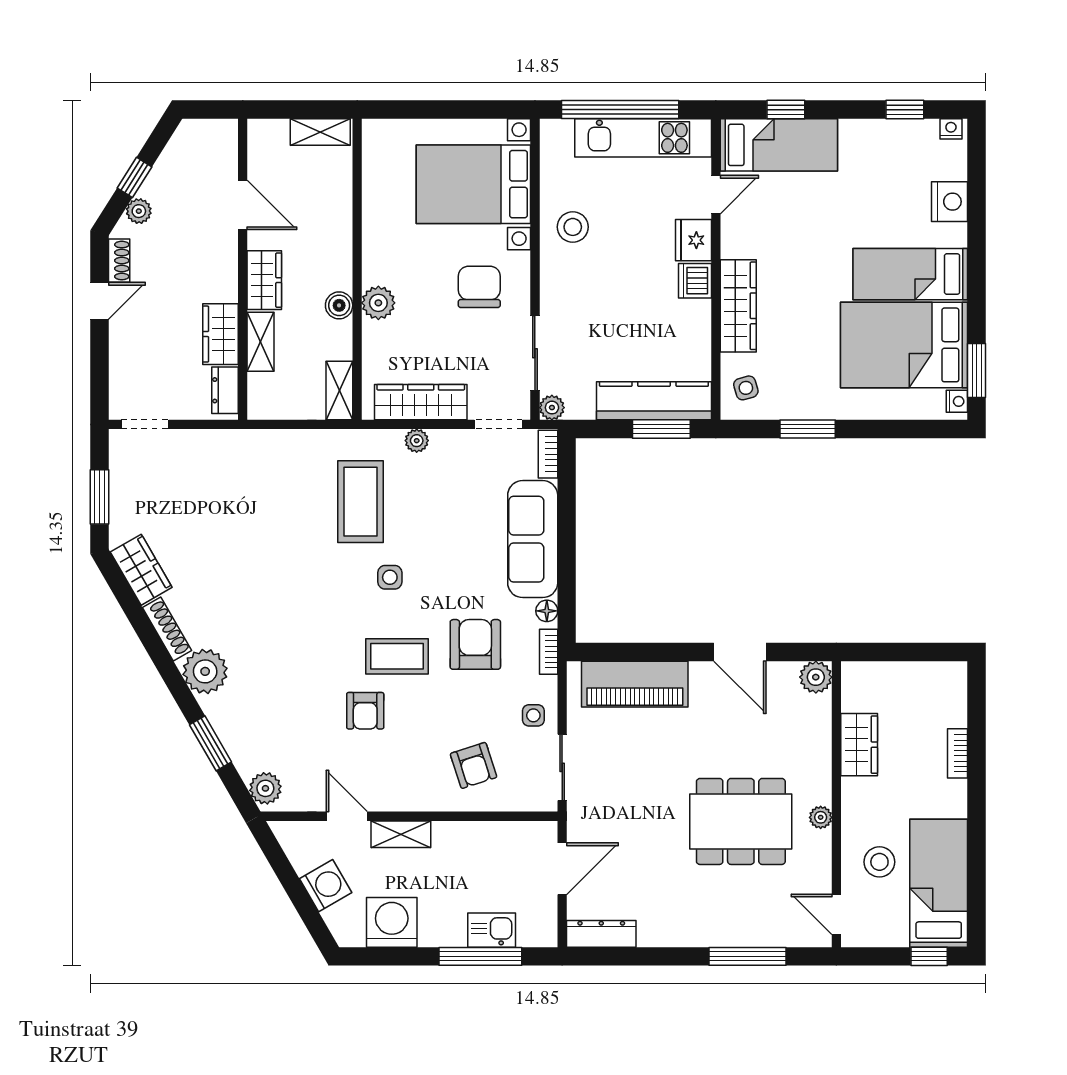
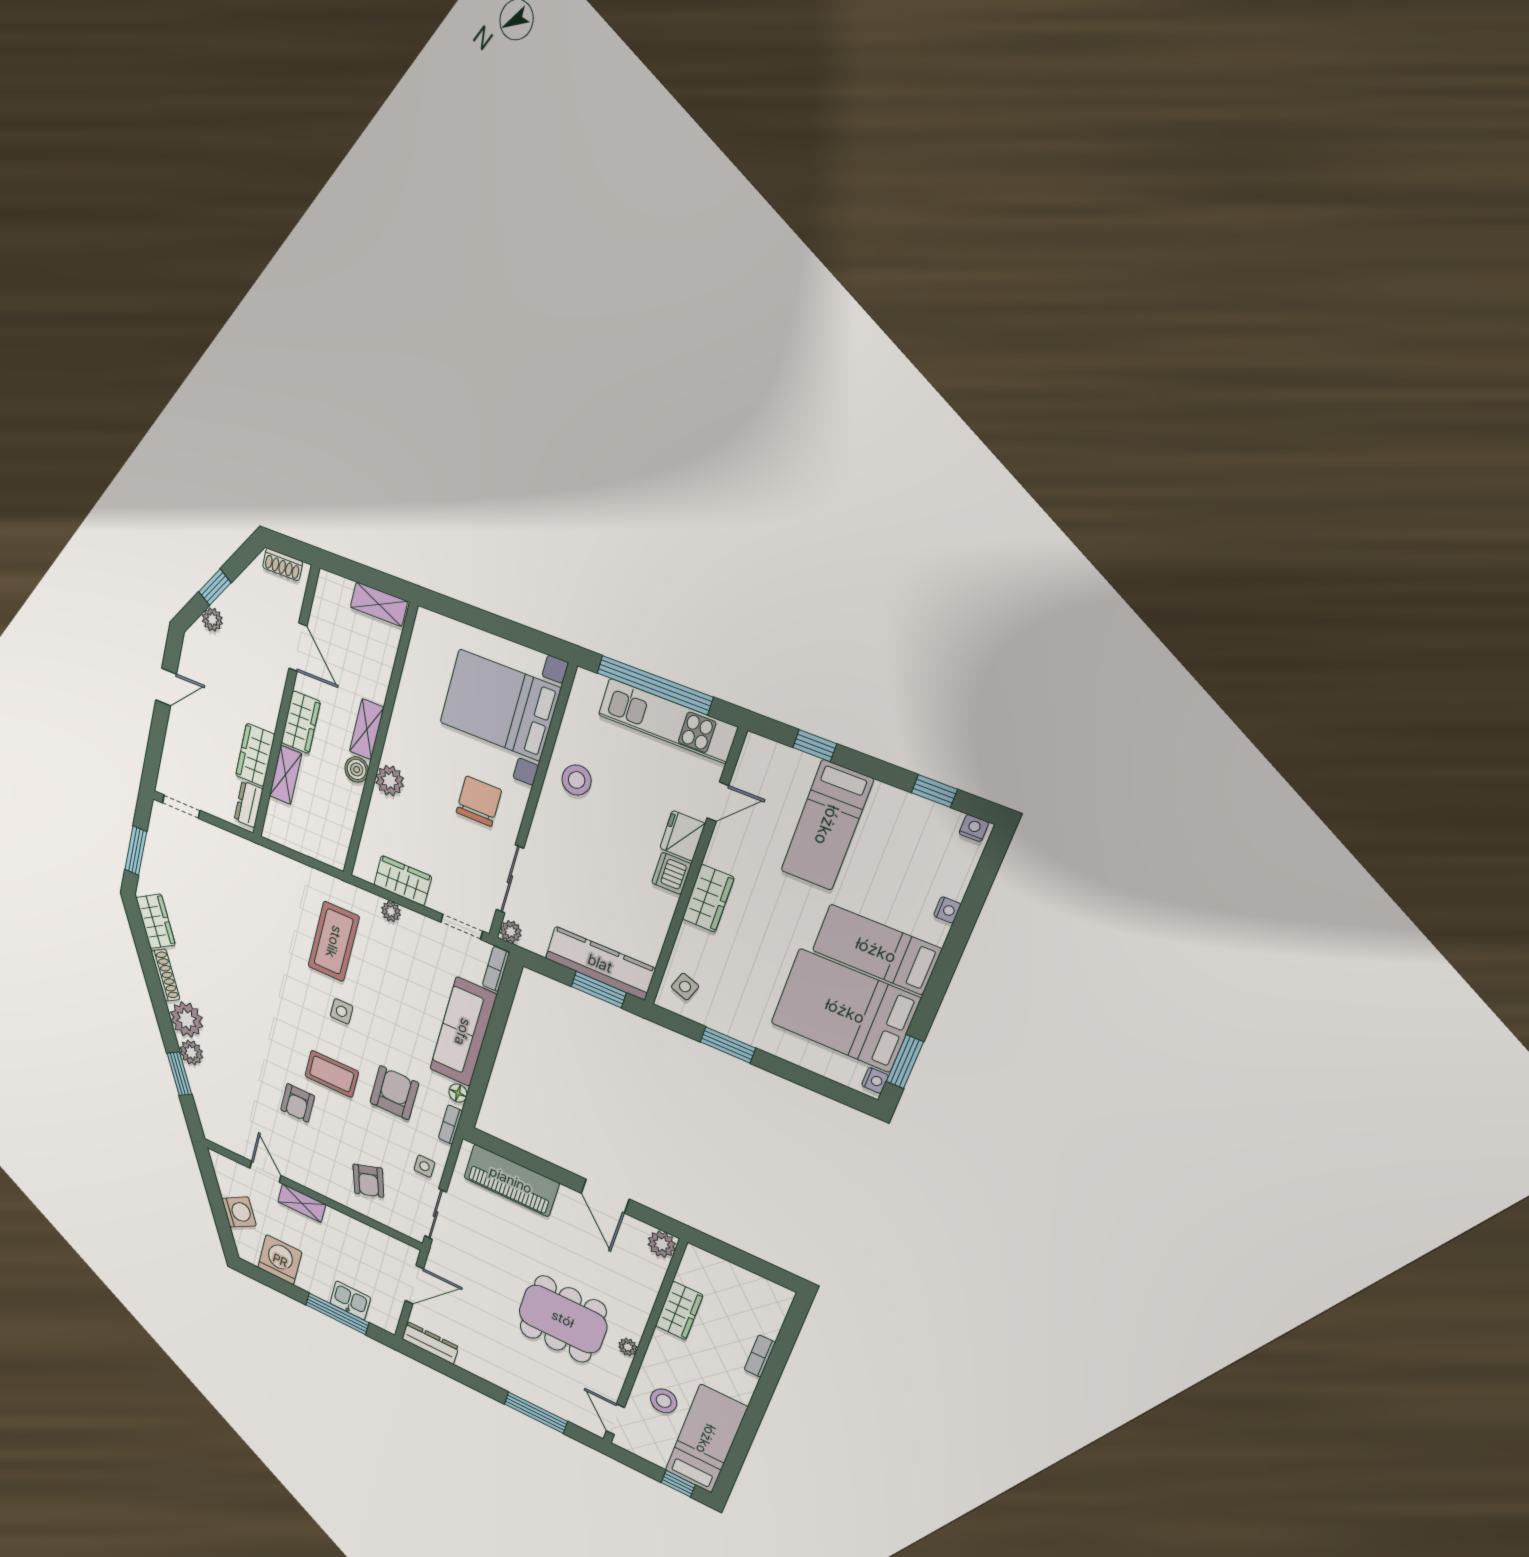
bed: (779, 145) -> (827, 825), moved, turned 90
nightstand: (950, 202) -> (947, 910), width x0.53, depth x0.56
shoe rack: (119, 261) -> (283, 564), moved, turned 90
wardrobe: (738, 306) -> (708, 898), width x0.67
side table: (746, 388) -> (685, 987), turned 35
shelving: (339, 391) -> (367, 729), moved
wardrobe: (421, 402) -> (403, 881), width x0.67
plant: (265, 788) -> (191, 1053), moved

